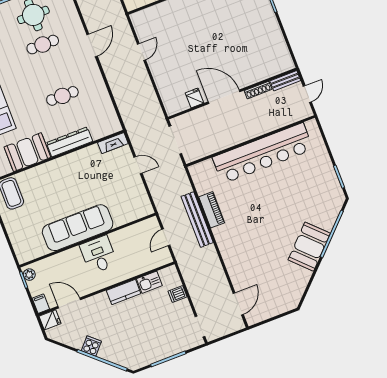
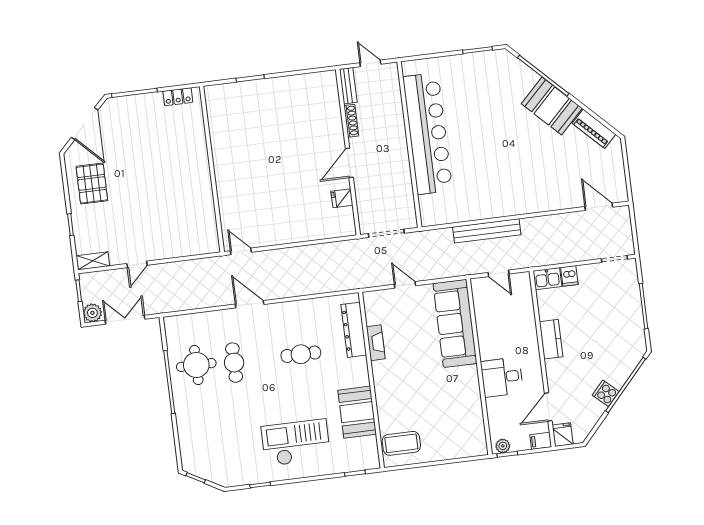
door: (142, 52) -> (241, 251), moved
cafe table: (62, 96) -> (301, 354), turned 90
door: (224, 97) -> (349, 163), width x0.73
dresser: (70, 142) -> (354, 330), moved
fireplace: (113, 143) -> (376, 343), moved
door: (138, 165) -> (405, 285), hinge flipped
piano: (212, 210) -> (594, 129), moved, turned -135
sofa: (78, 228) -> (455, 323), moved
desk: (99, 255) -> (502, 377), moved
kitchen sink: (149, 282) -> (547, 279), moved, turned 90

